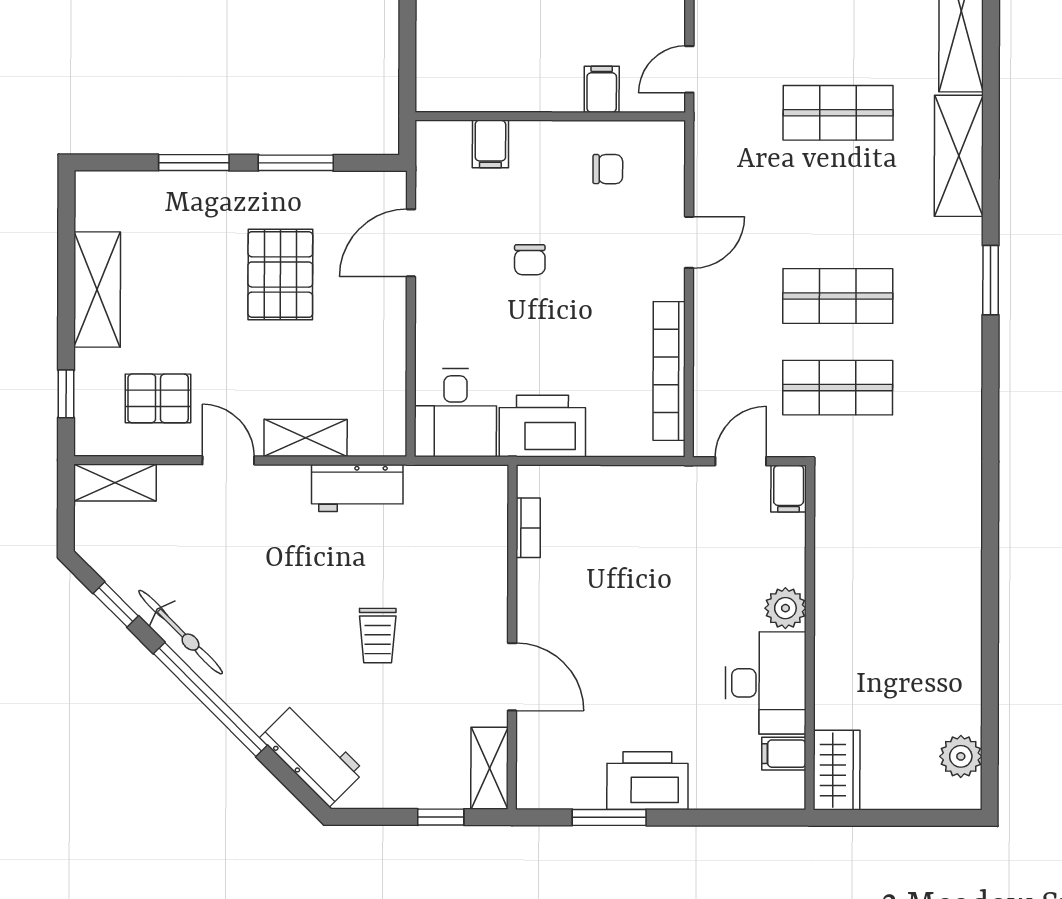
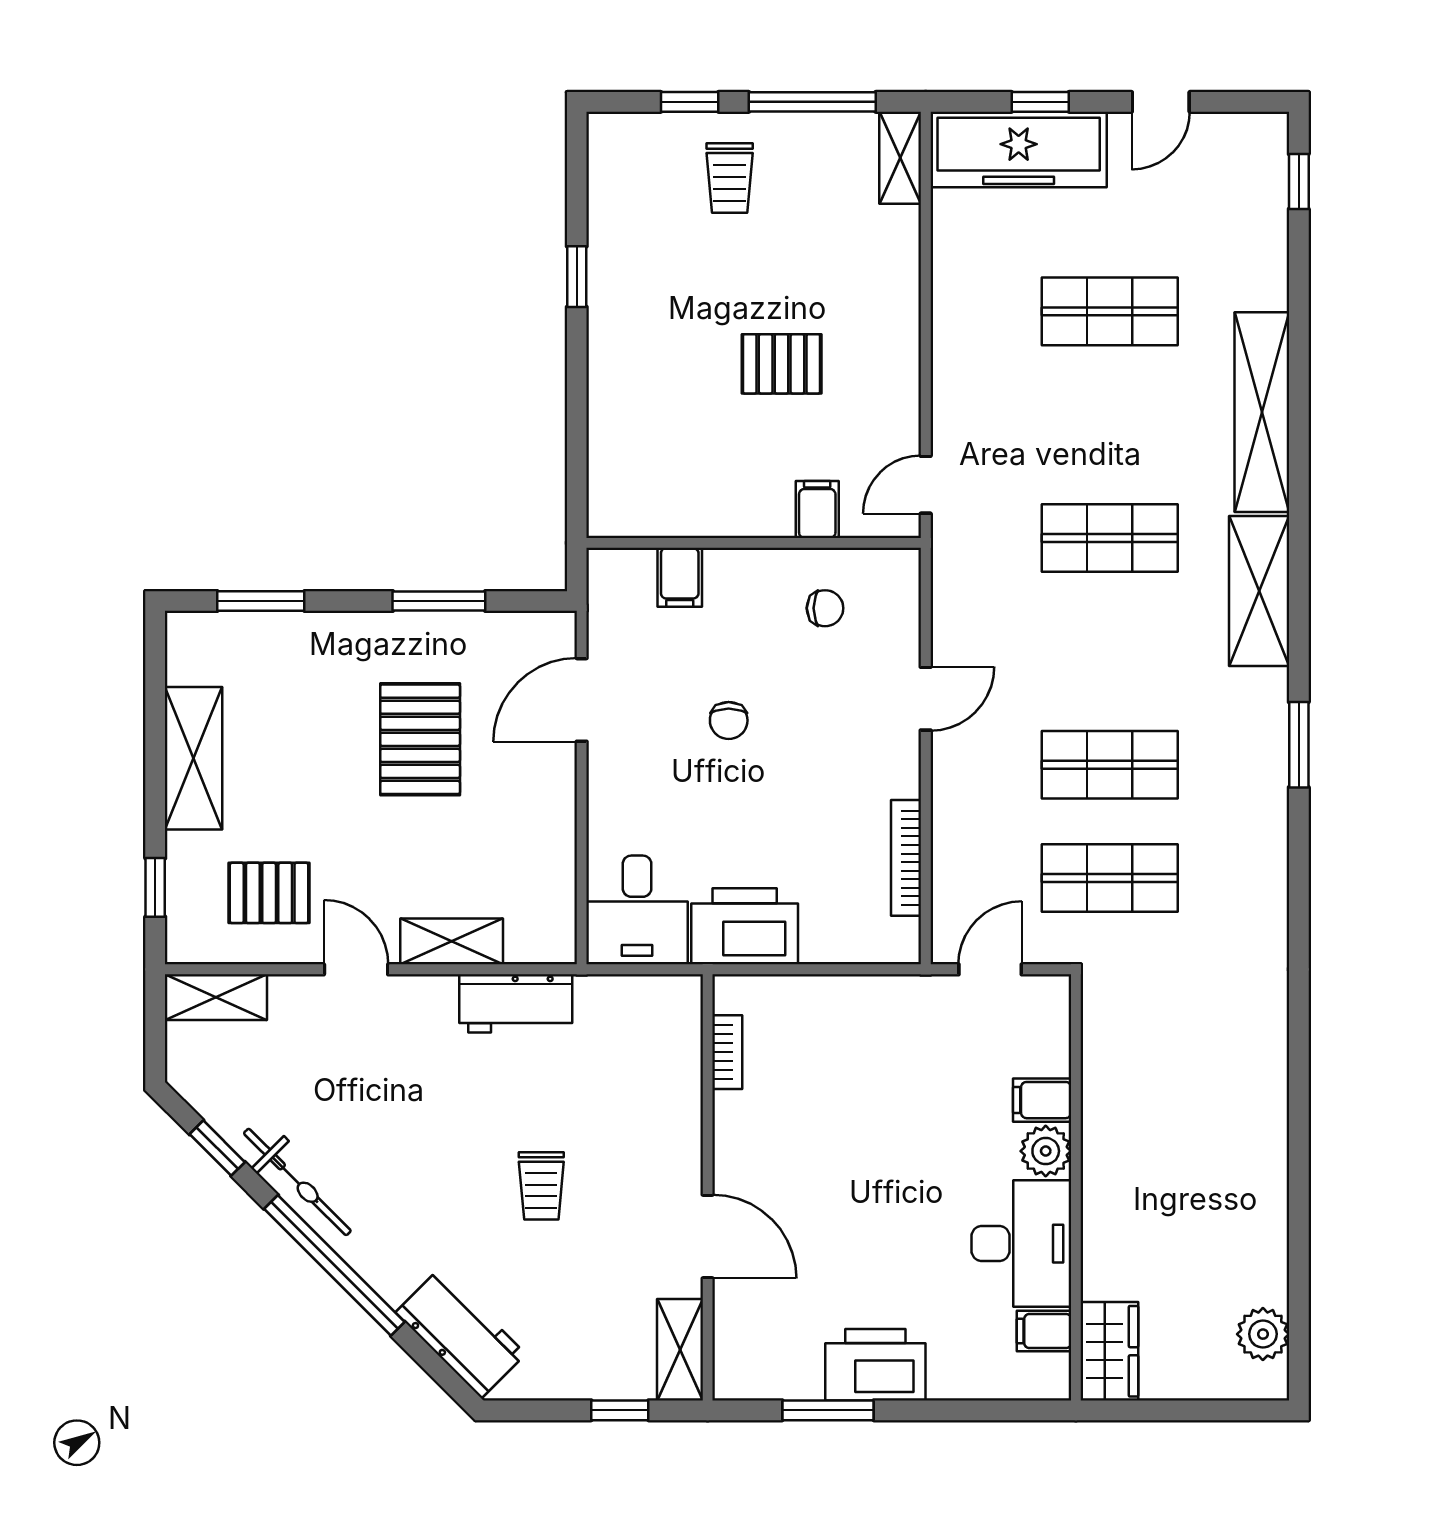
window: (194, 163) -> (261, 601), moved
bookcase: (669, 371) -> (906, 858), width x0.68, depth x0.76
filing cabinet: (789, 489) -> (1042, 1100), moved, turned 90

